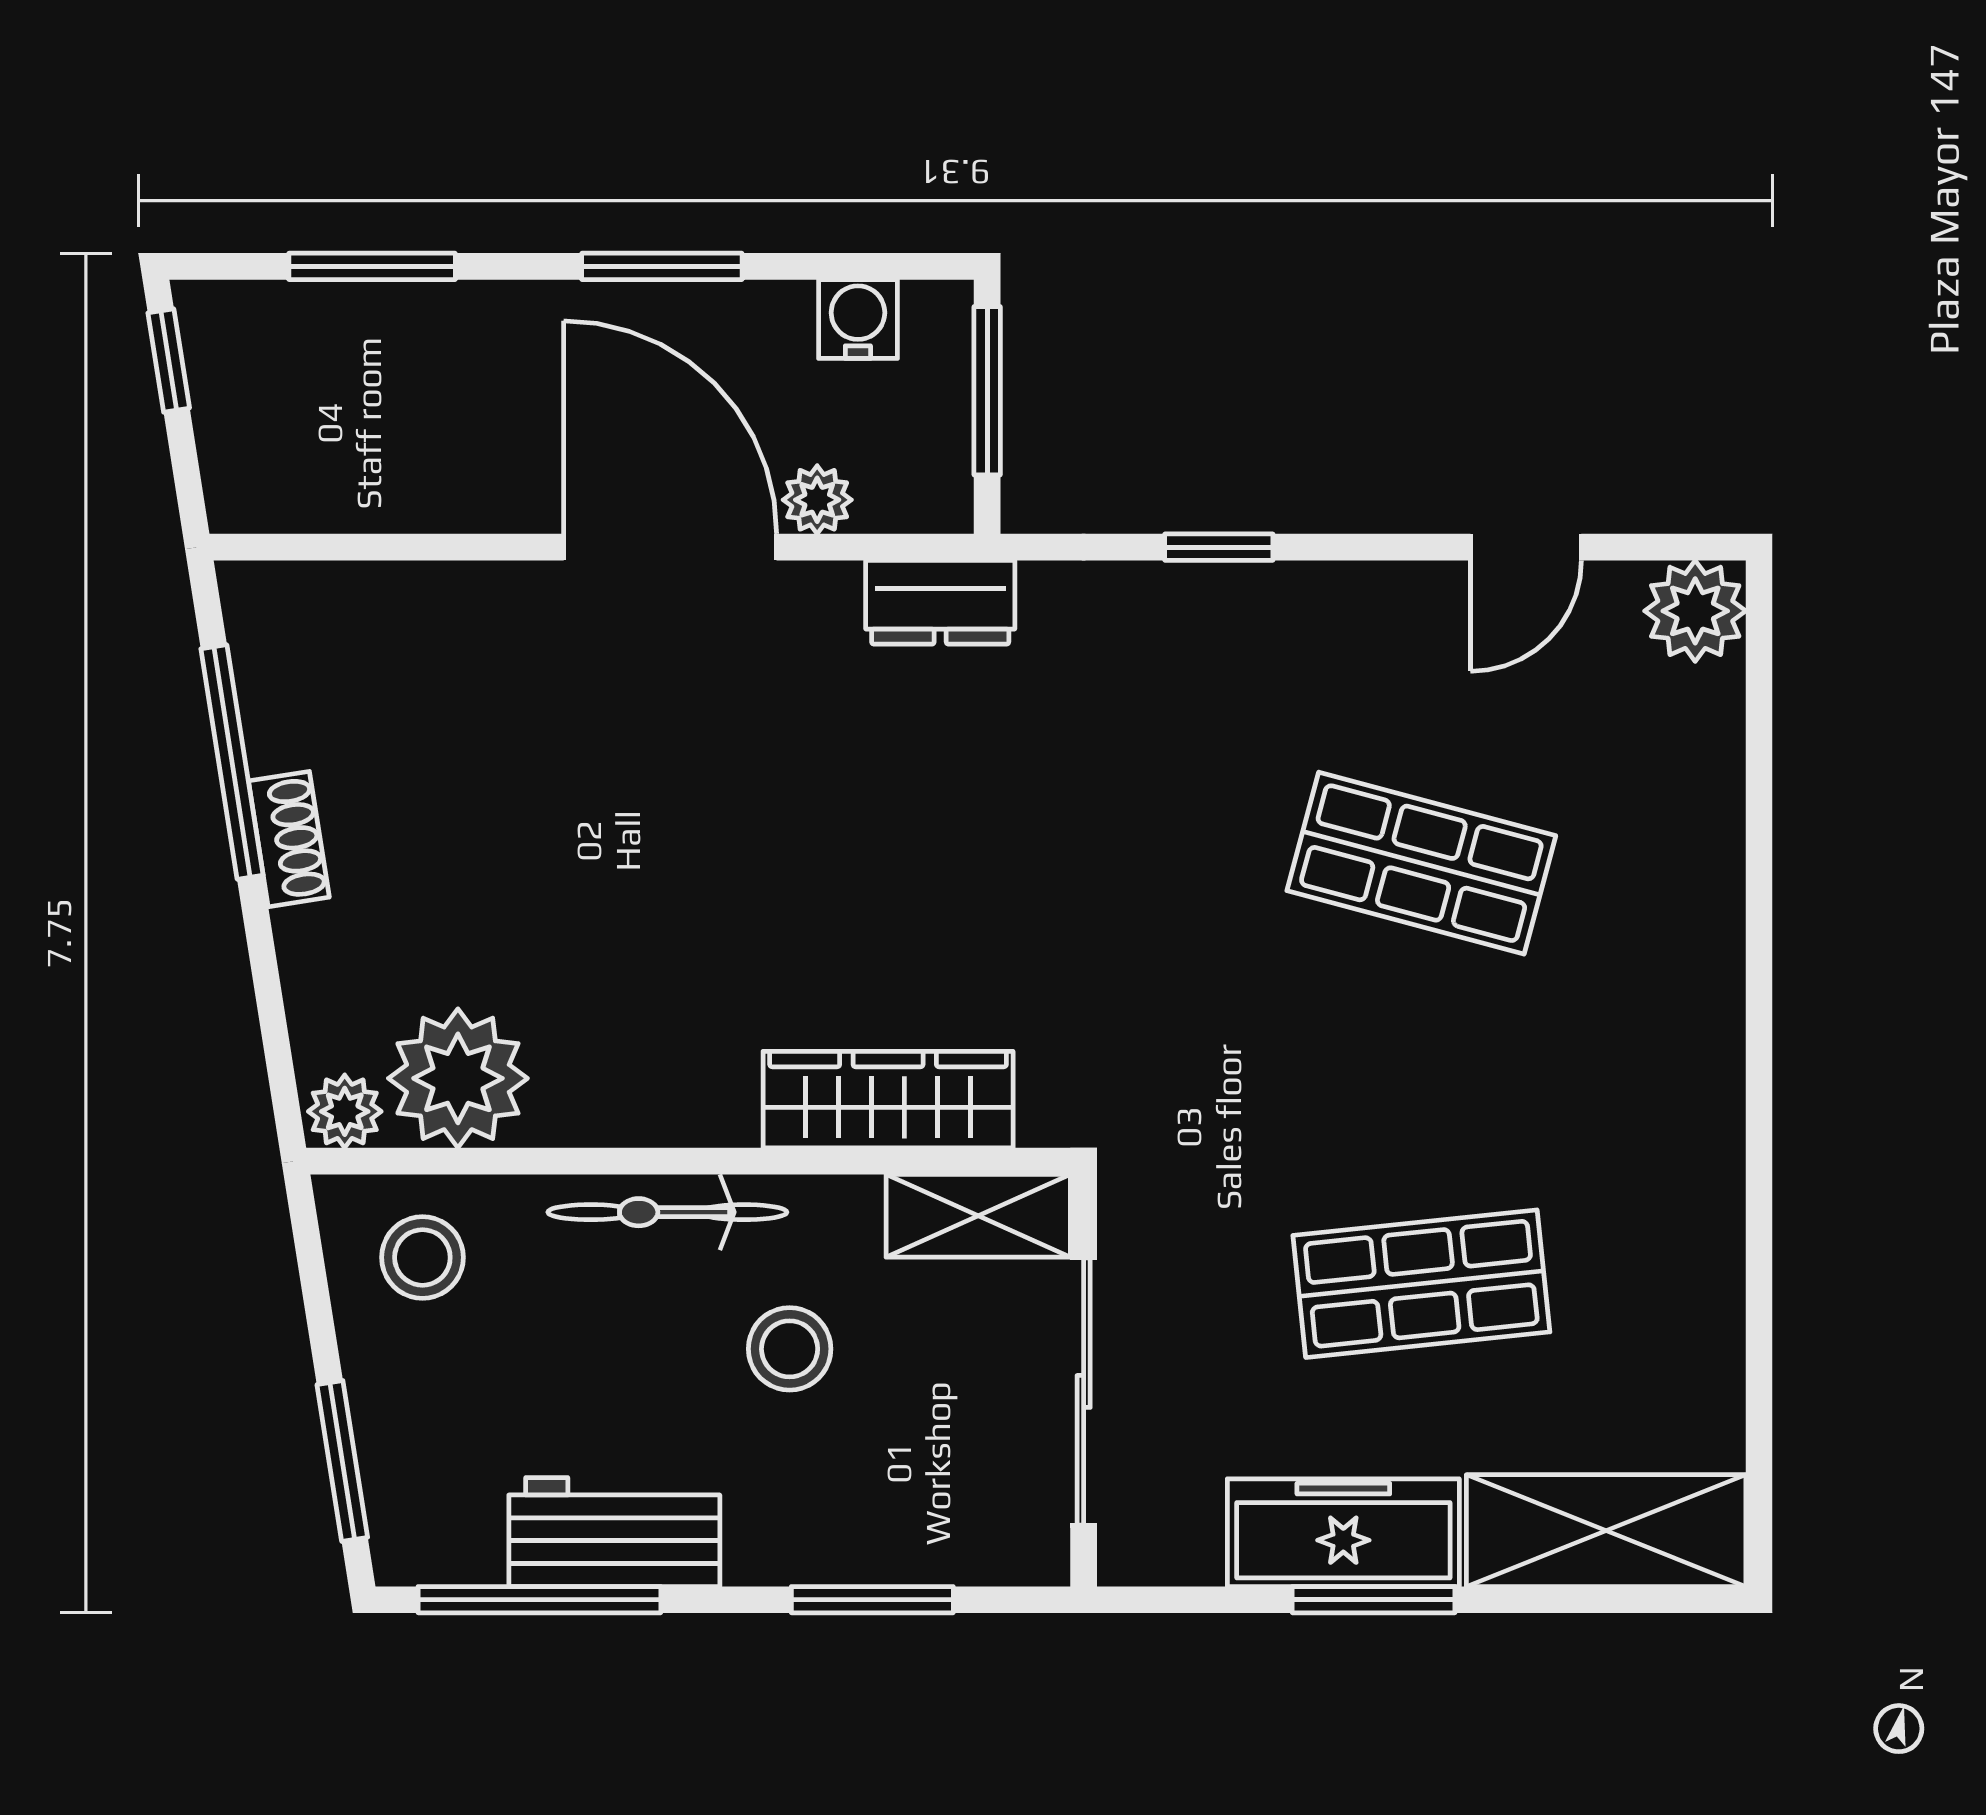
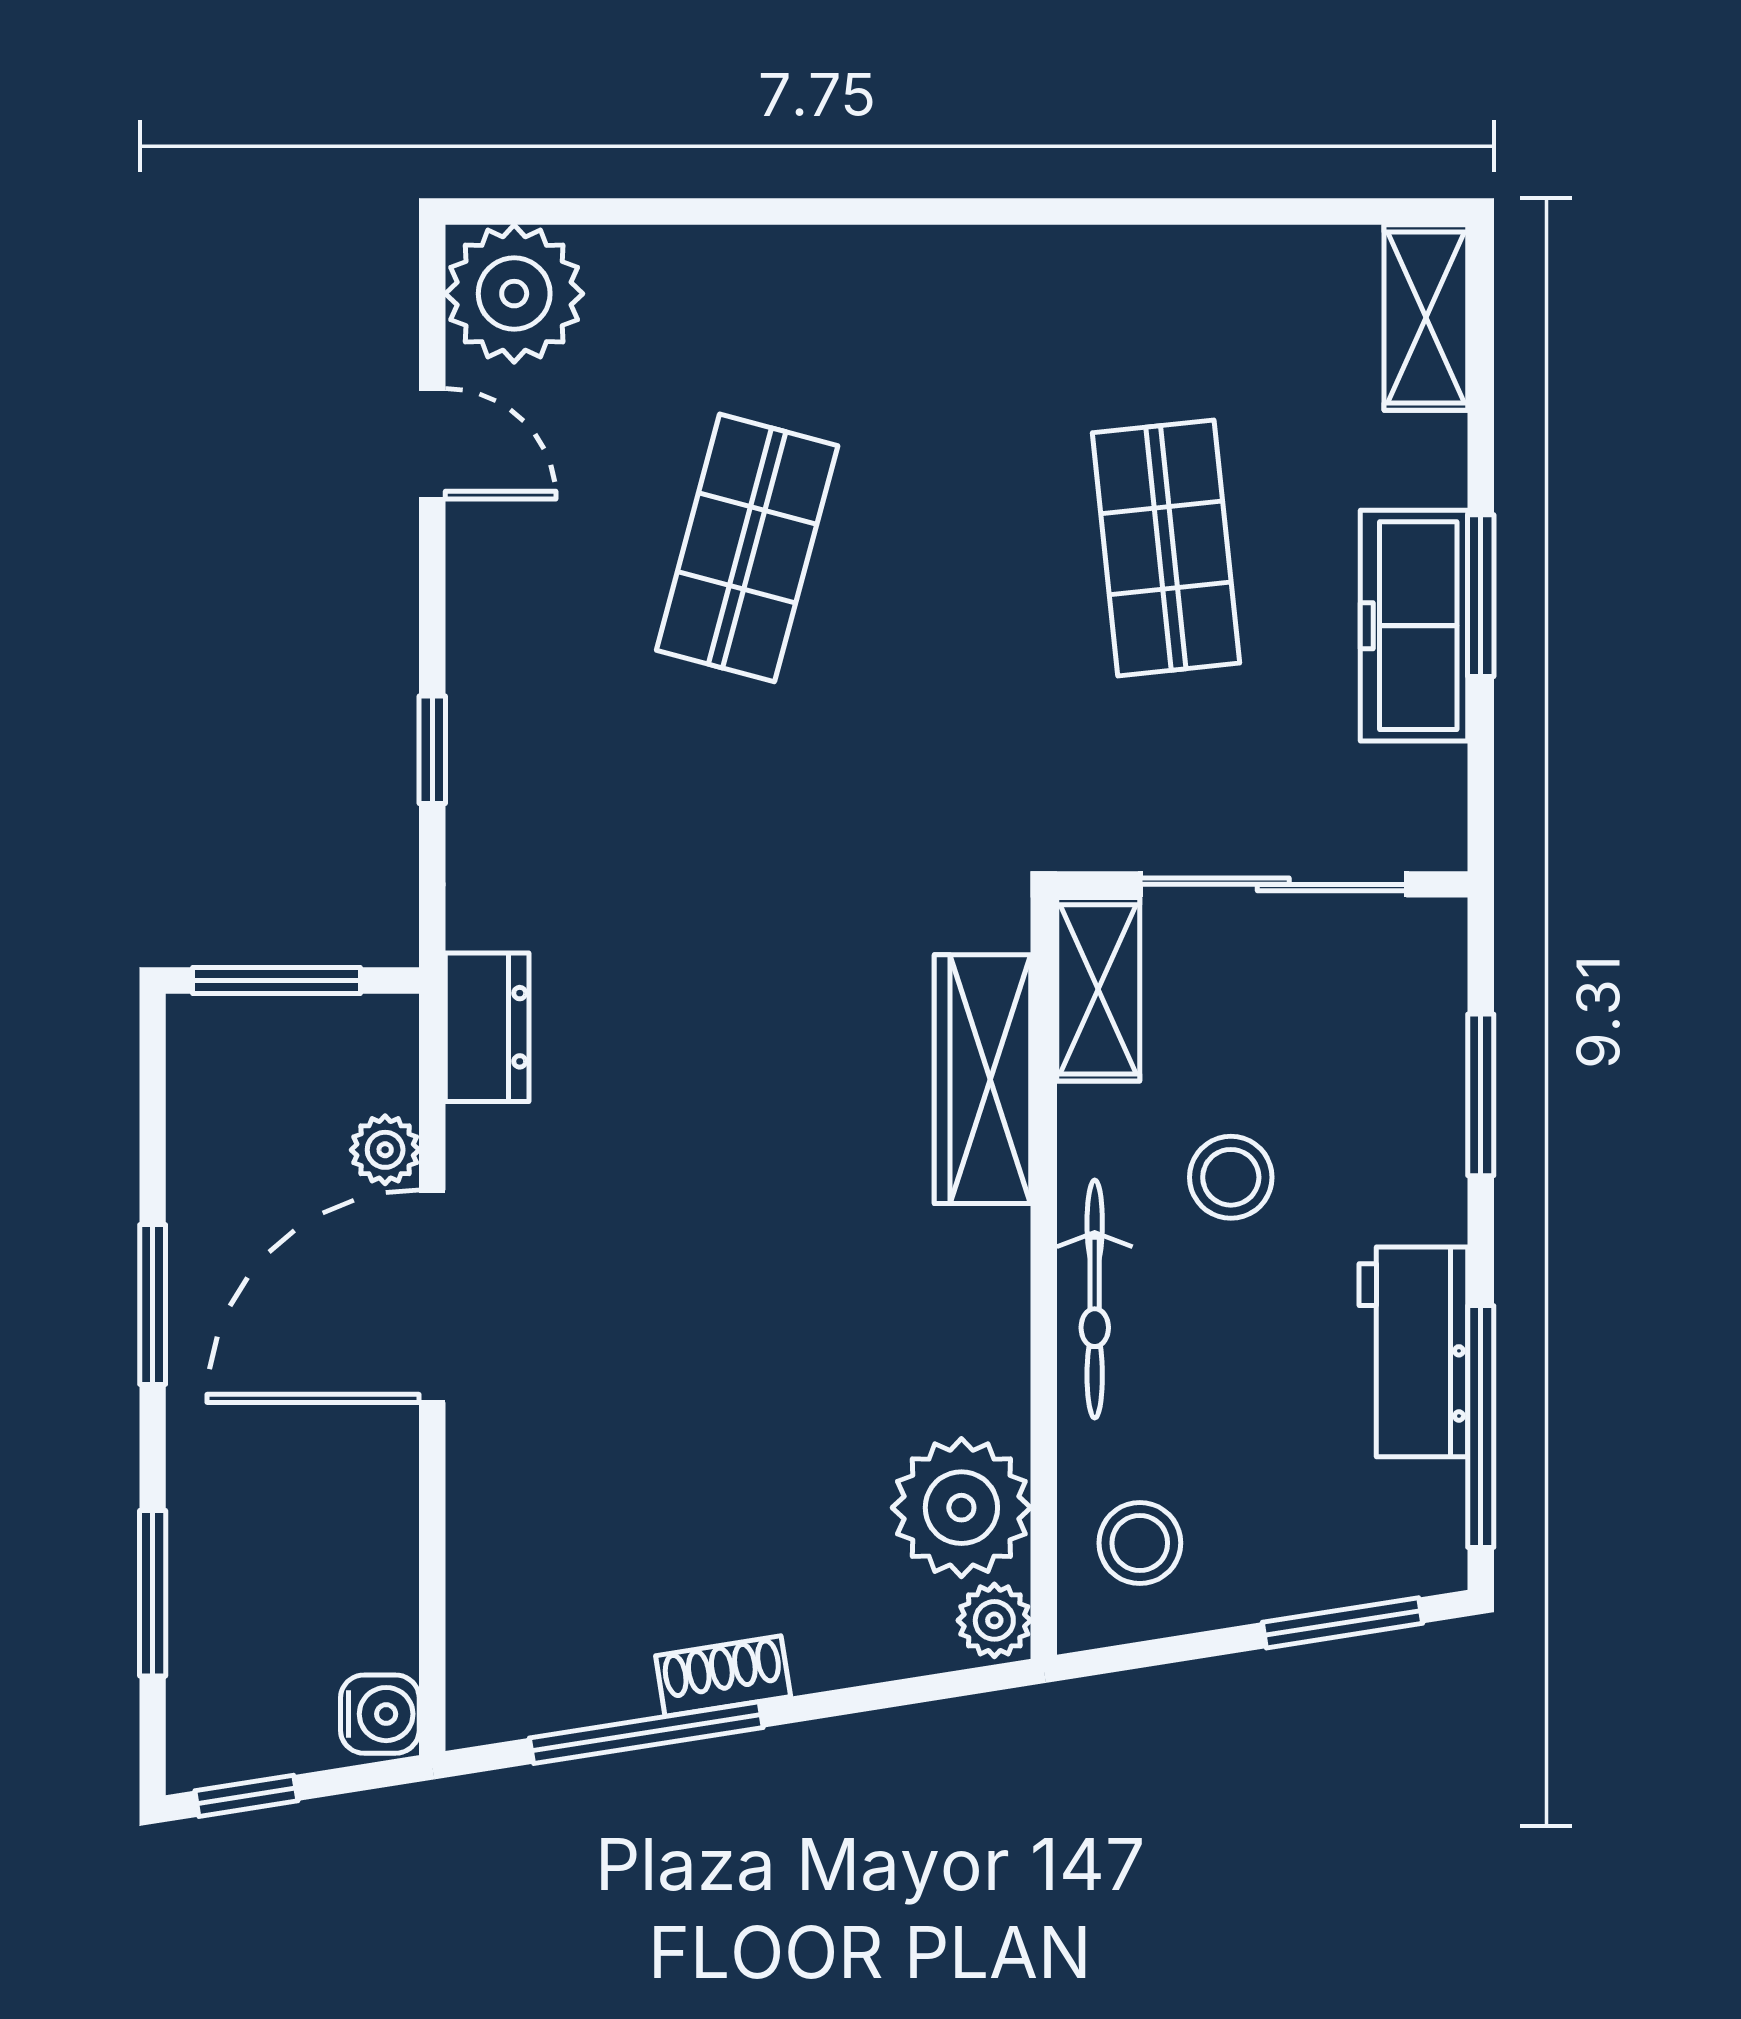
water cooler: (858, 319) -> (380, 1714), moved, turned 180
plant: (1695, 611) -> (514, 294), width x1.36, depth x1.36
shelving: (1606, 1531) -> (1426, 318), width x0.67, depth x0.75

